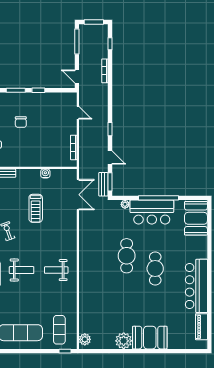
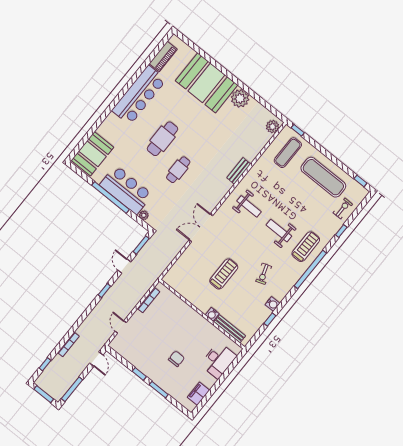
water cooler: (45, 173) -> (212, 314), moved
bench: (103, 184) -> (239, 171), moved
double door: (78, 195) -> (201, 228), moved
cafe table: (127, 256) -> (178, 170), width x0.73, depth x0.74
booth: (150, 338) -> (207, 83), width x1.36, depth x1.42

